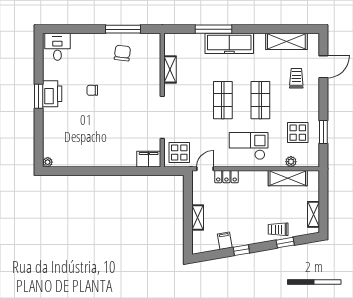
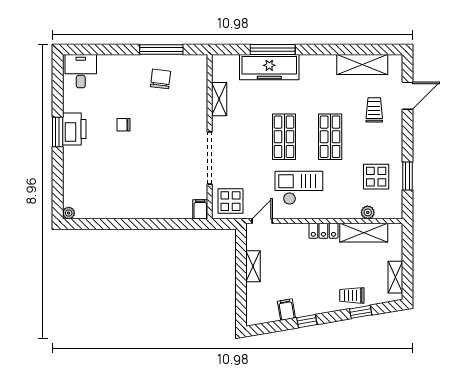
freezer: (229, 43) -> (269, 67), moved
checkout: (249, 146) -> (299, 188), moved
filing cabinet: (149, 159) -> (200, 209), width x0.50
locker: (226, 177) -> (323, 231), moved
shelving: (198, 218) -> (253, 266), moved

